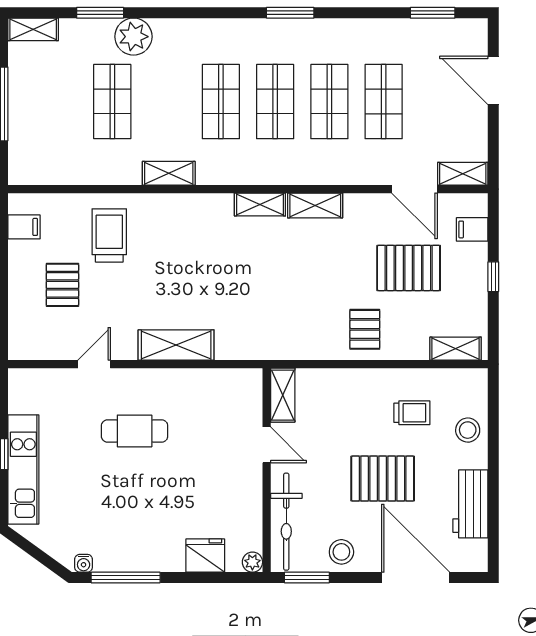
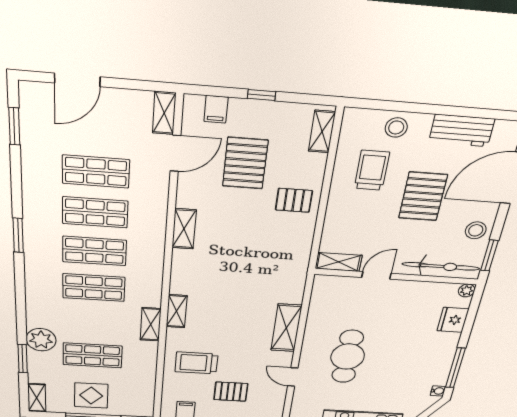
display table: (42, 101) -> (91, 395), added
shelving: (260, 204) -> (177, 311), moved
trolley: (412, 413) -> (372, 170), width x1.36, depth x1.39
cafe table: (135, 431) -> (348, 357), width x1.37, depth x1.35

